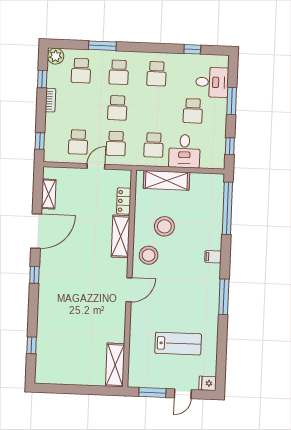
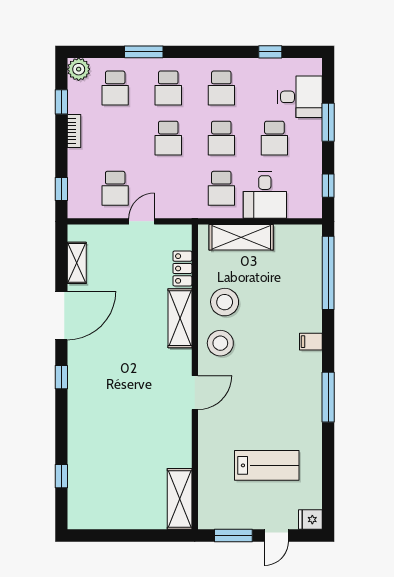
school desk: (116, 143) -> (221, 138), moved
stool: (164, 226) -> (225, 302), moved

